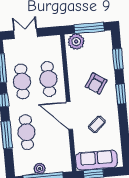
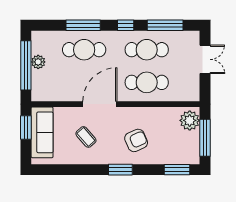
window: (118, 59) -> (177, 170), moved
armchair: (96, 83) -> (136, 140), turned 123

